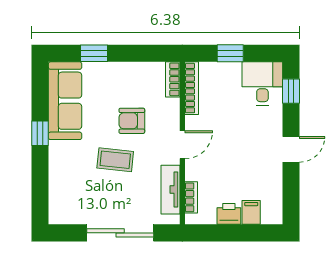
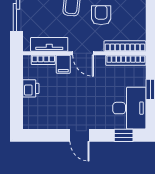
bookcase: (173, 79) -> (125, 46), width x1.56
desk: (262, 83) -> (129, 108), width x1.37
filing cabinet: (251, 212) -> (63, 64), moved, turned 90

